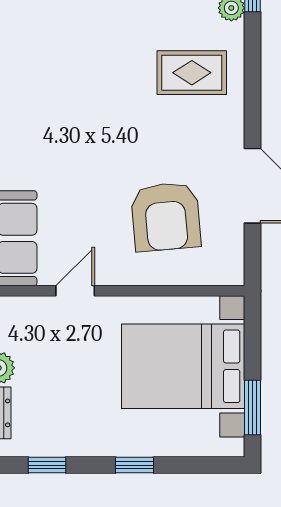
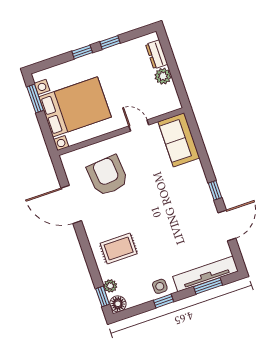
door: (75, 291) -> (139, 125), swing flipped
window: (47, 465) -> (110, 42), moved

